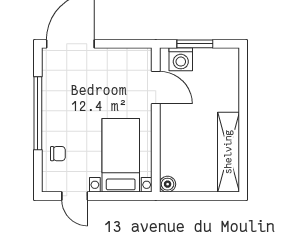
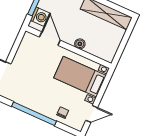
door: (156, 88) -> (50, 39), hinge flipped
boiler: (168, 184) -> (80, 44), moved

